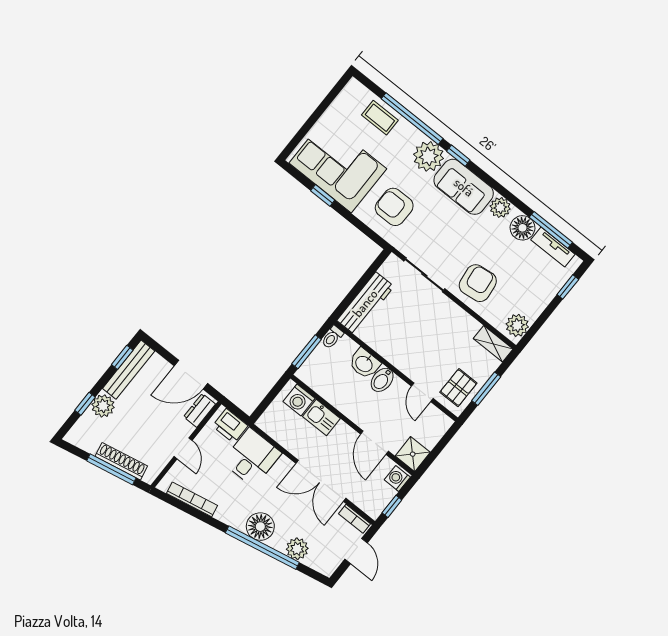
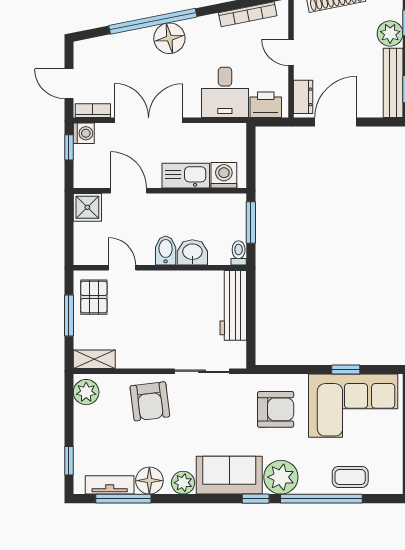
kitchen sink: (321, 418) -> (186, 176), width x1.38
washing machine: (397, 478) -> (84, 133), moved
plant: (297, 549) -> (122, 45), removed

